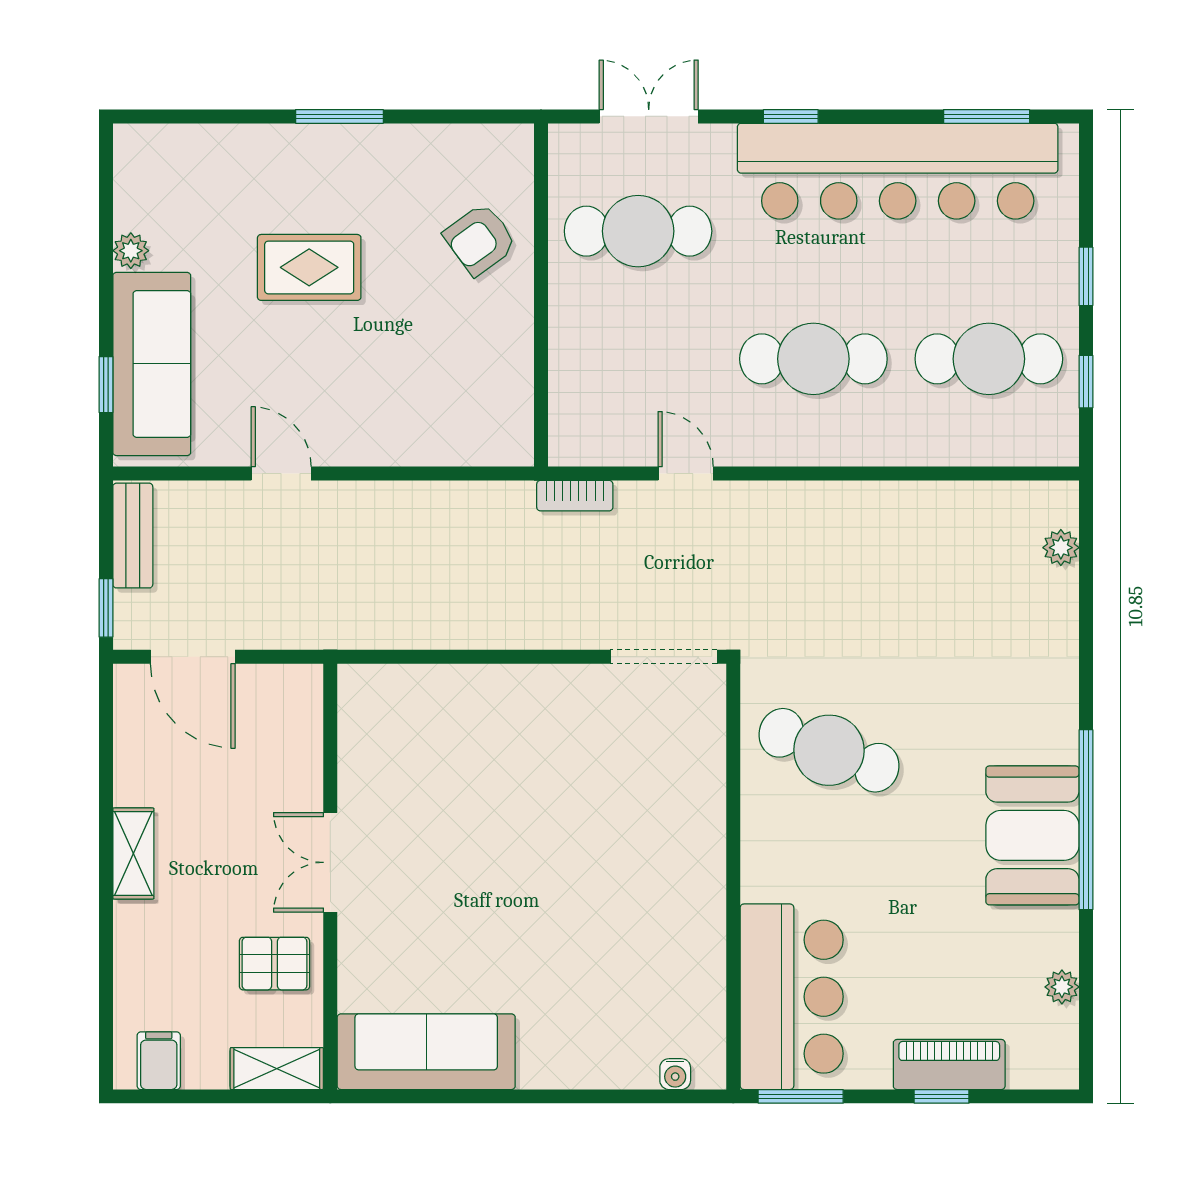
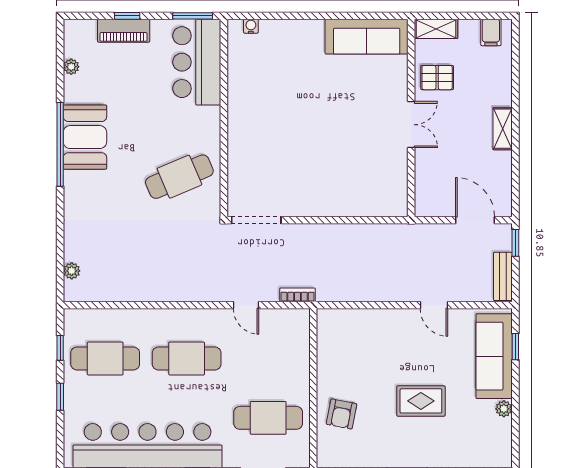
armchair: (480, 239) -> (342, 414), turned 137
cafe table: (829, 750) -> (179, 177), turned -43

